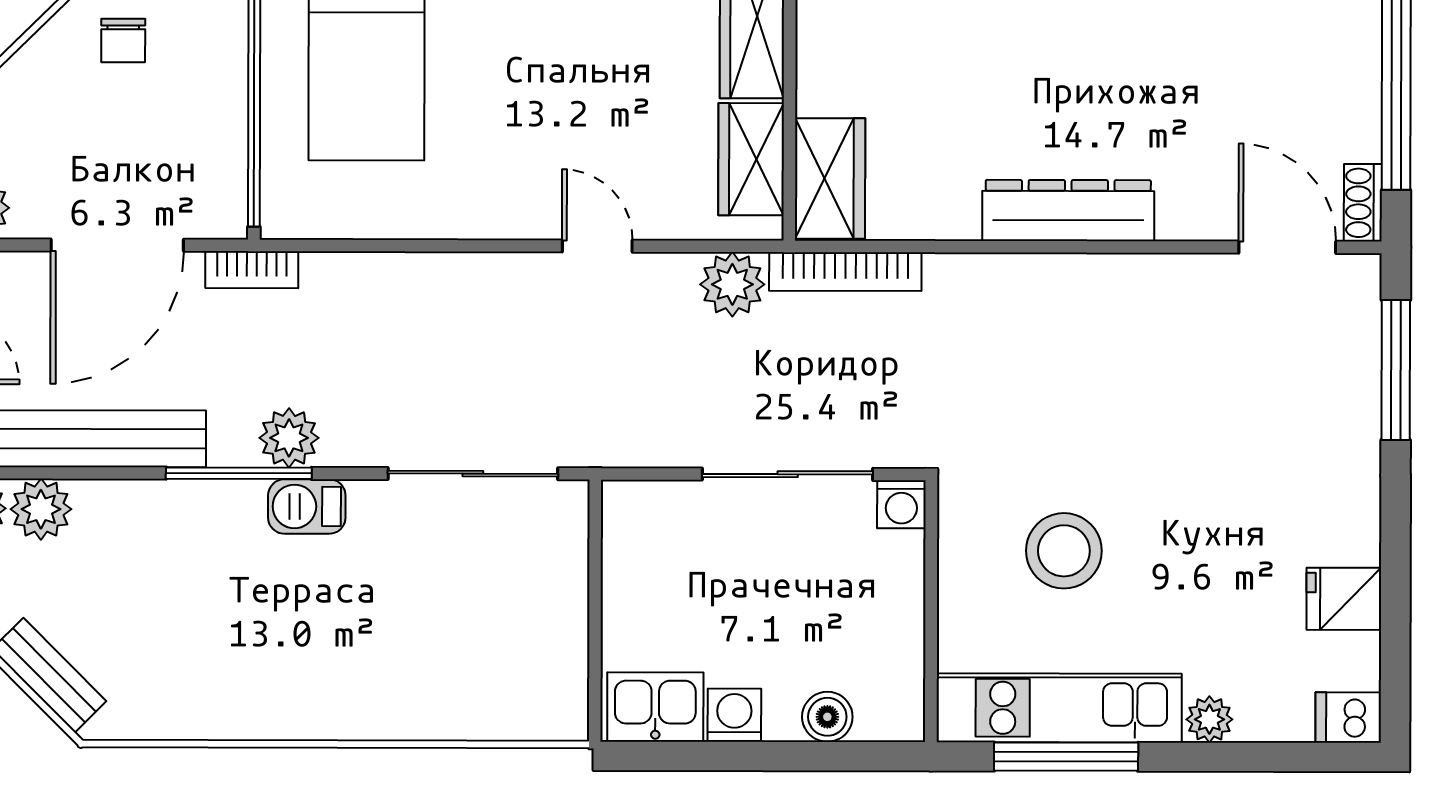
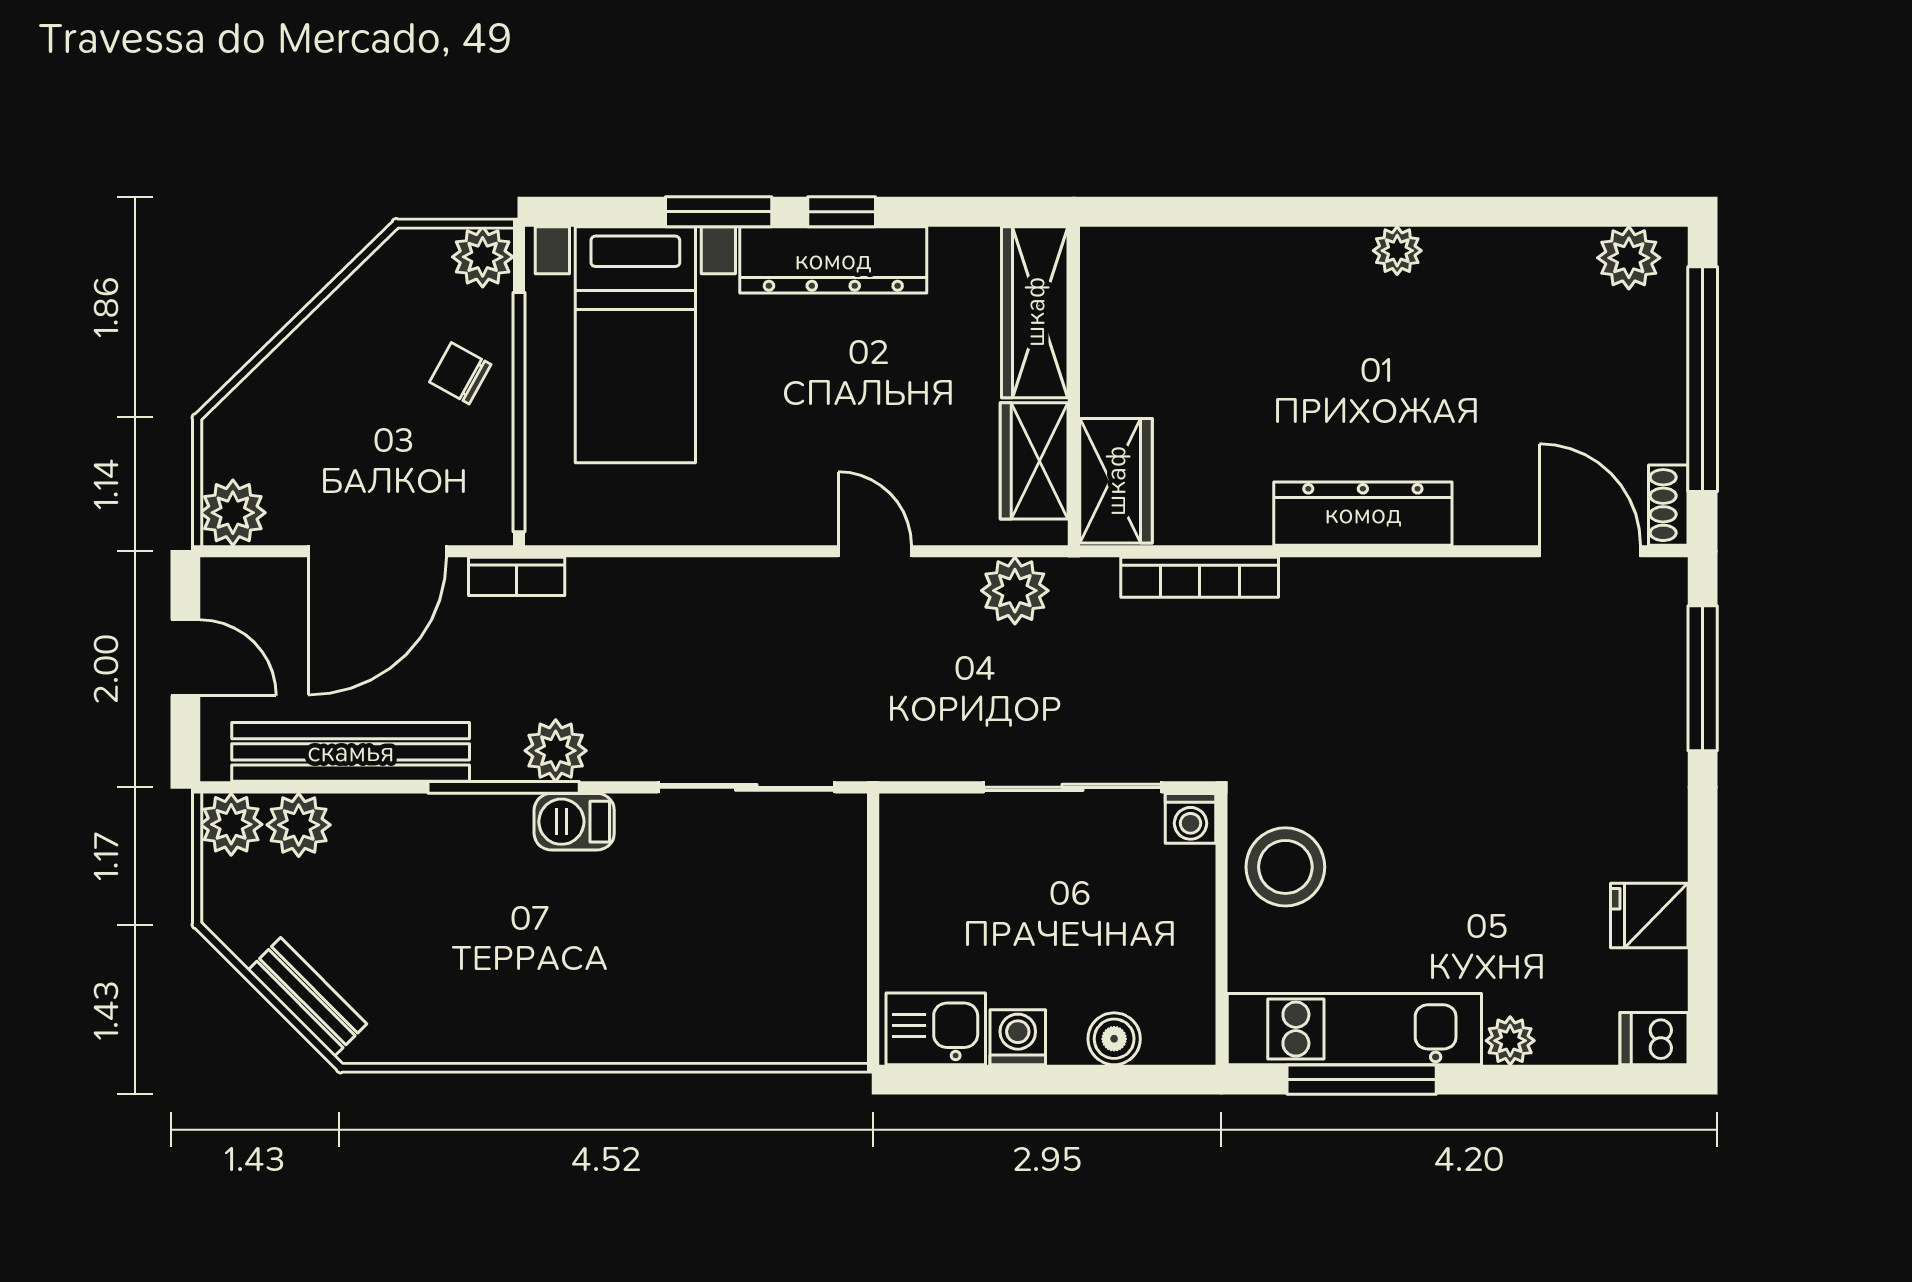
chair: (123, 40) -> (460, 373), moved, turned 119
bookcase: (845, 272) -> (1200, 577), moved
stool: (1064, 551) -> (1285, 867), moved

